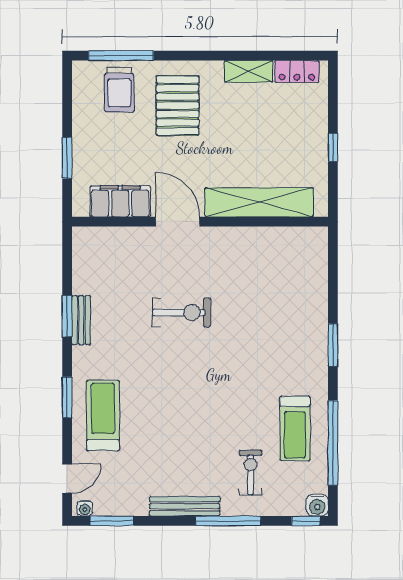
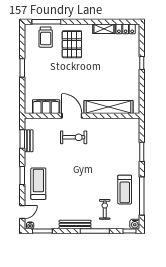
filing cabinet: (120, 201) -> (46, 107), moved
shelving: (259, 202) -> (109, 107), moved
door: (178, 222) -> (72, 116), moved
wall: (200, 222) -> (82, 116), moved

